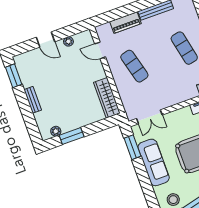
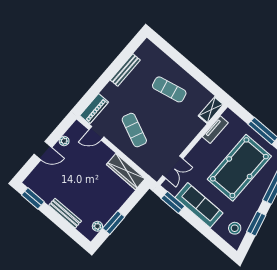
piano: (125, 23) -> (94, 109), moved
exercise mat: (134, 66) -> (134, 130), turned 39
bench: (33, 100) -> (65, 213), width x1.36

